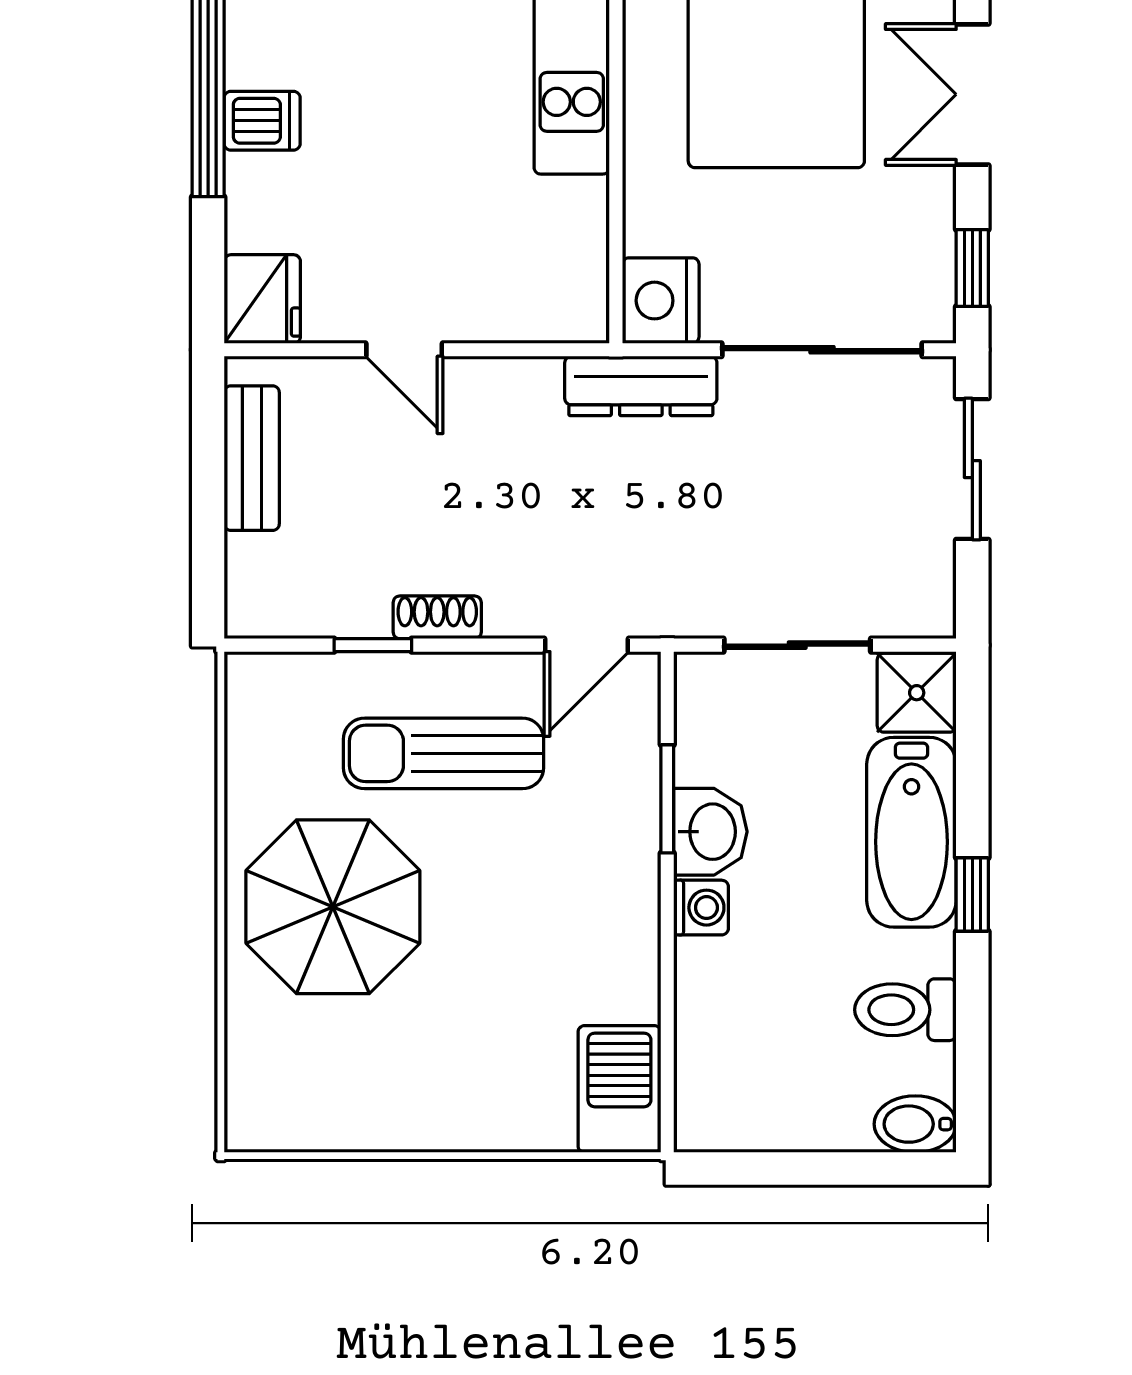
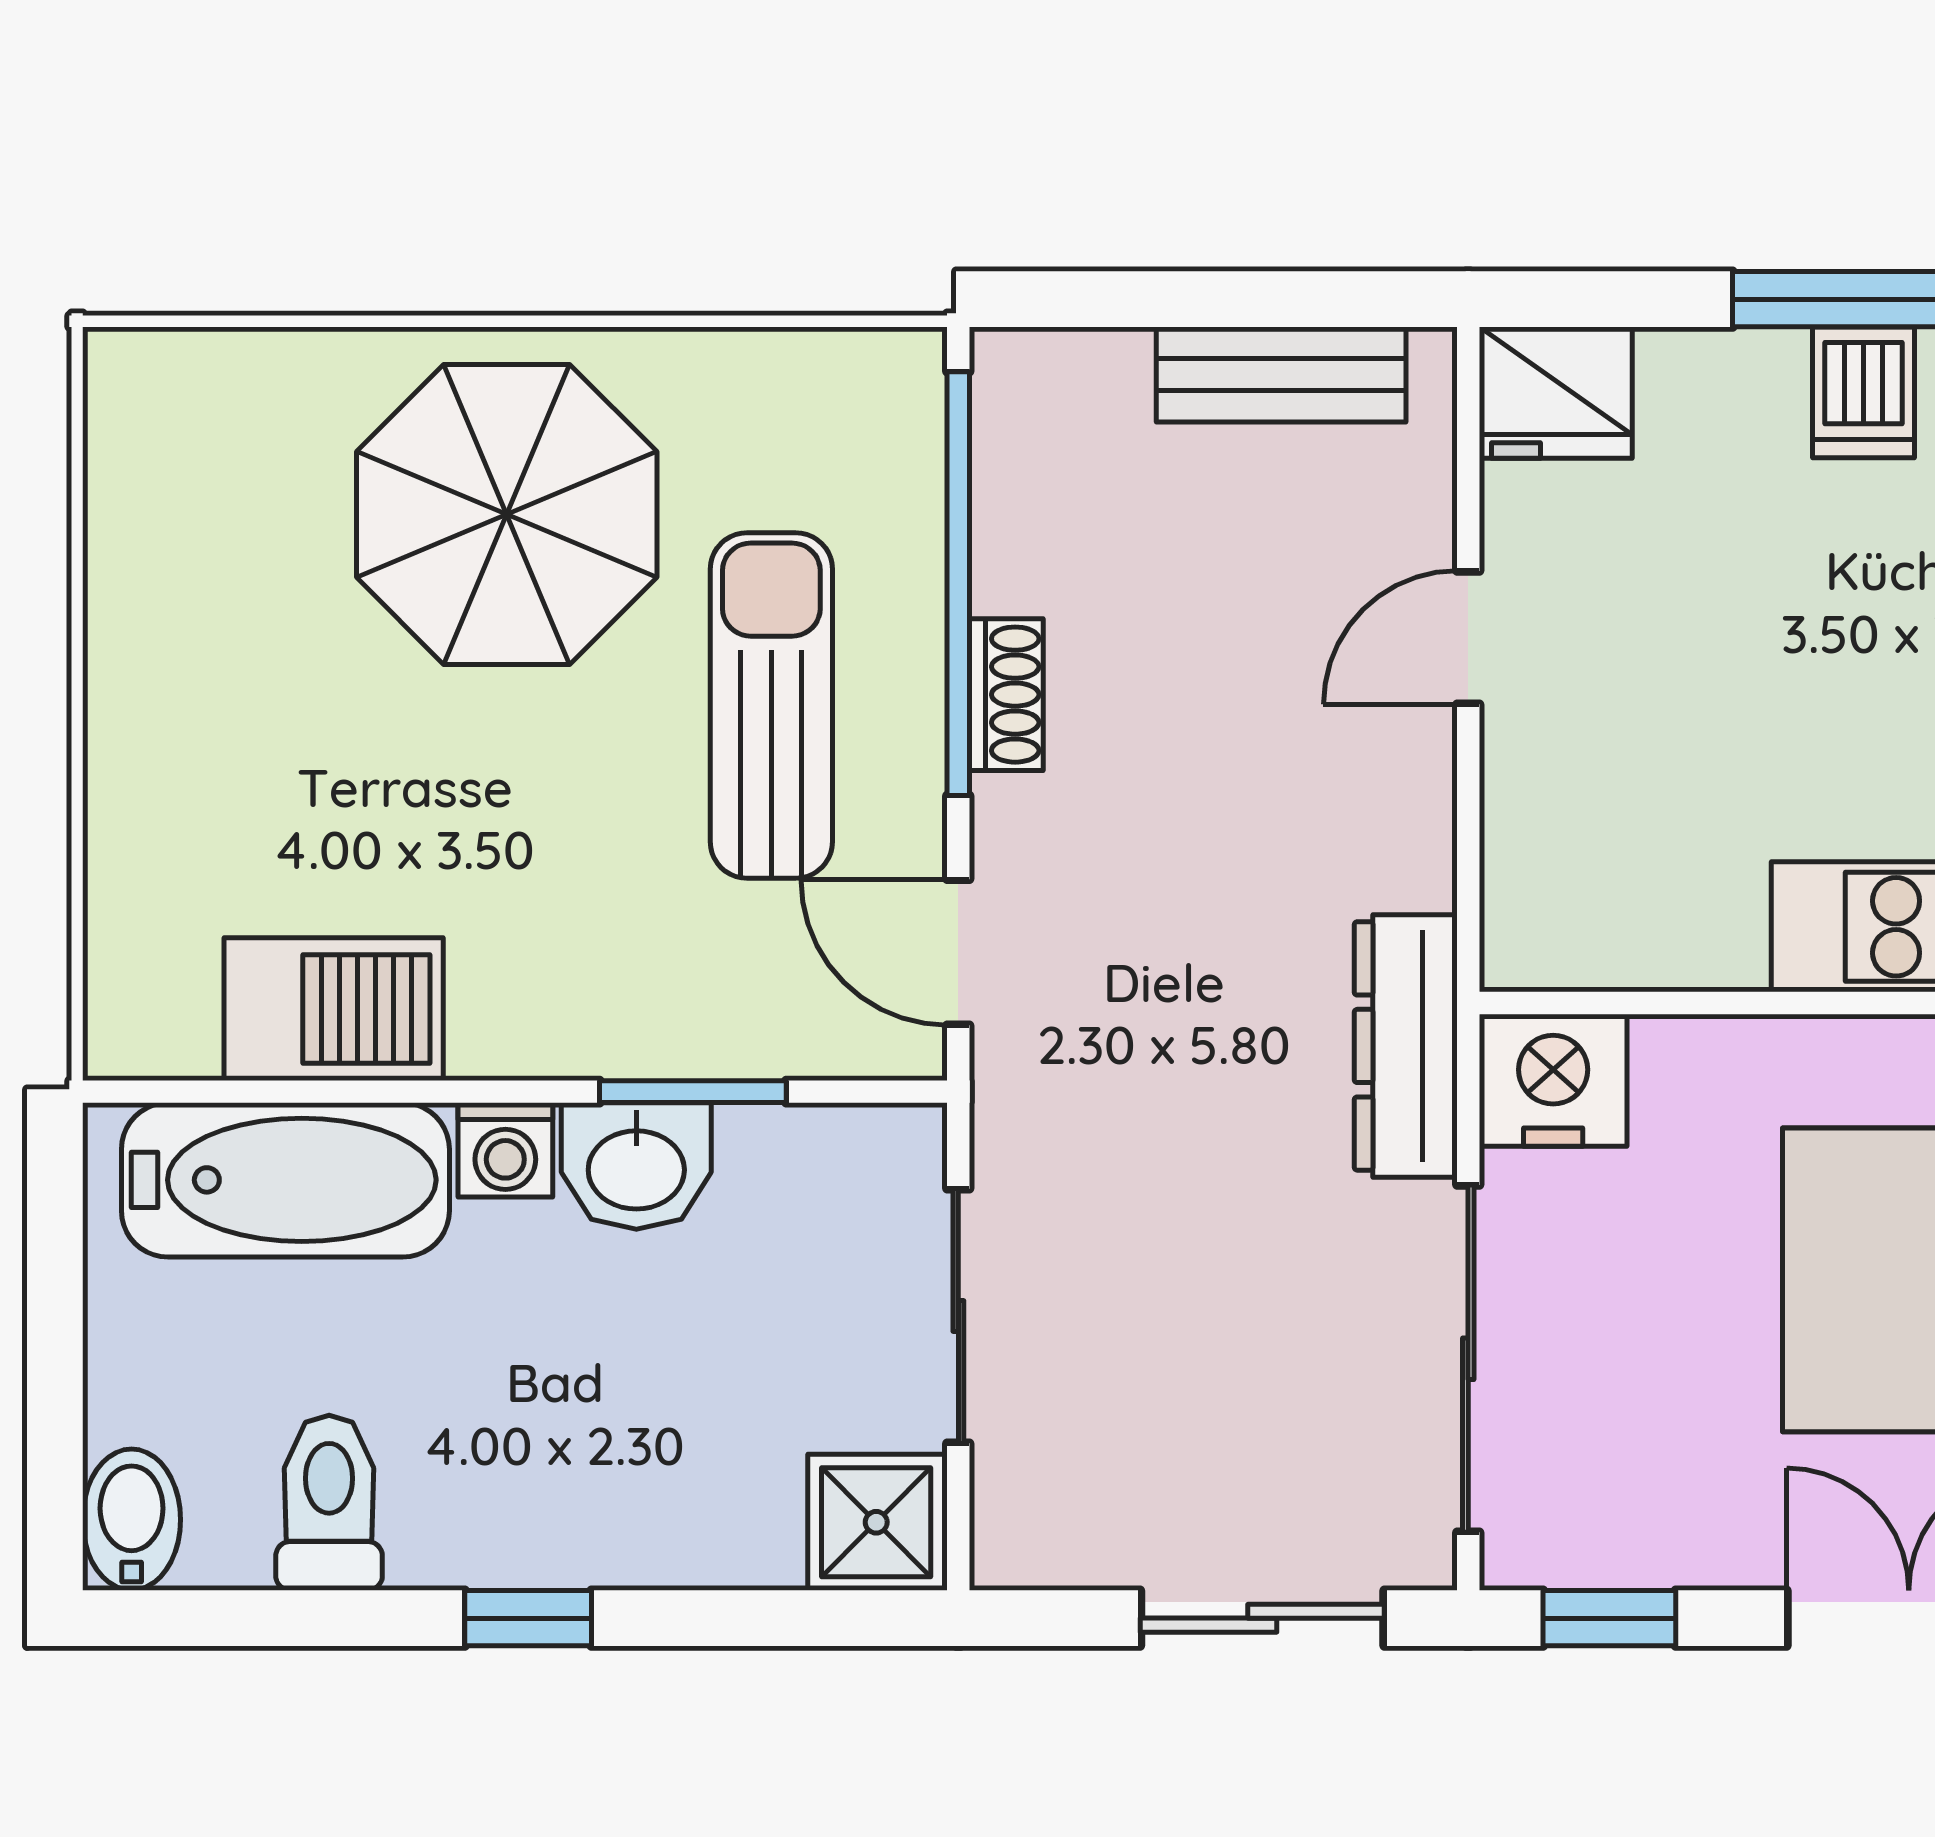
window: (373, 645) -> (958, 584), width x3.17
bathtub: (911, 832) -> (285, 1180), moved, turned 180
barbecue: (619, 1089) -> (334, 1009), moved

